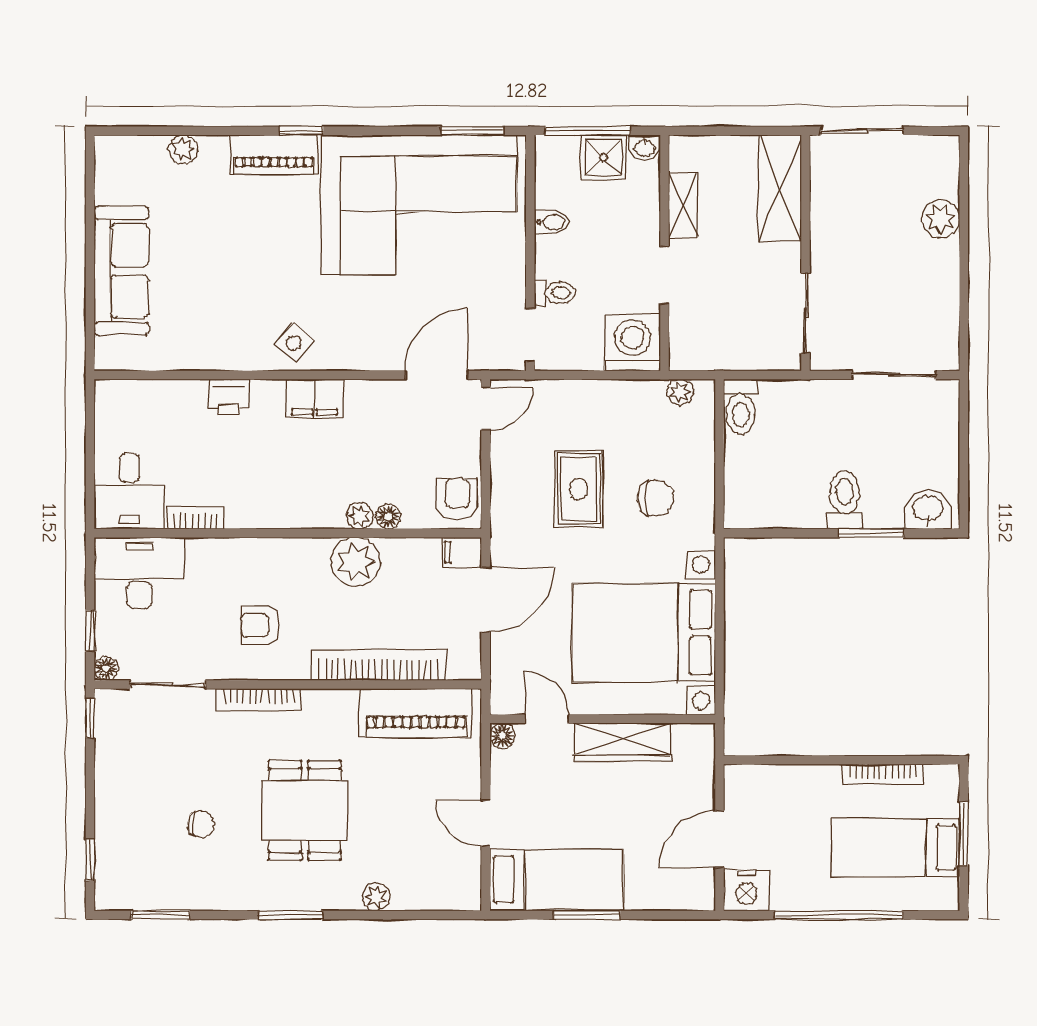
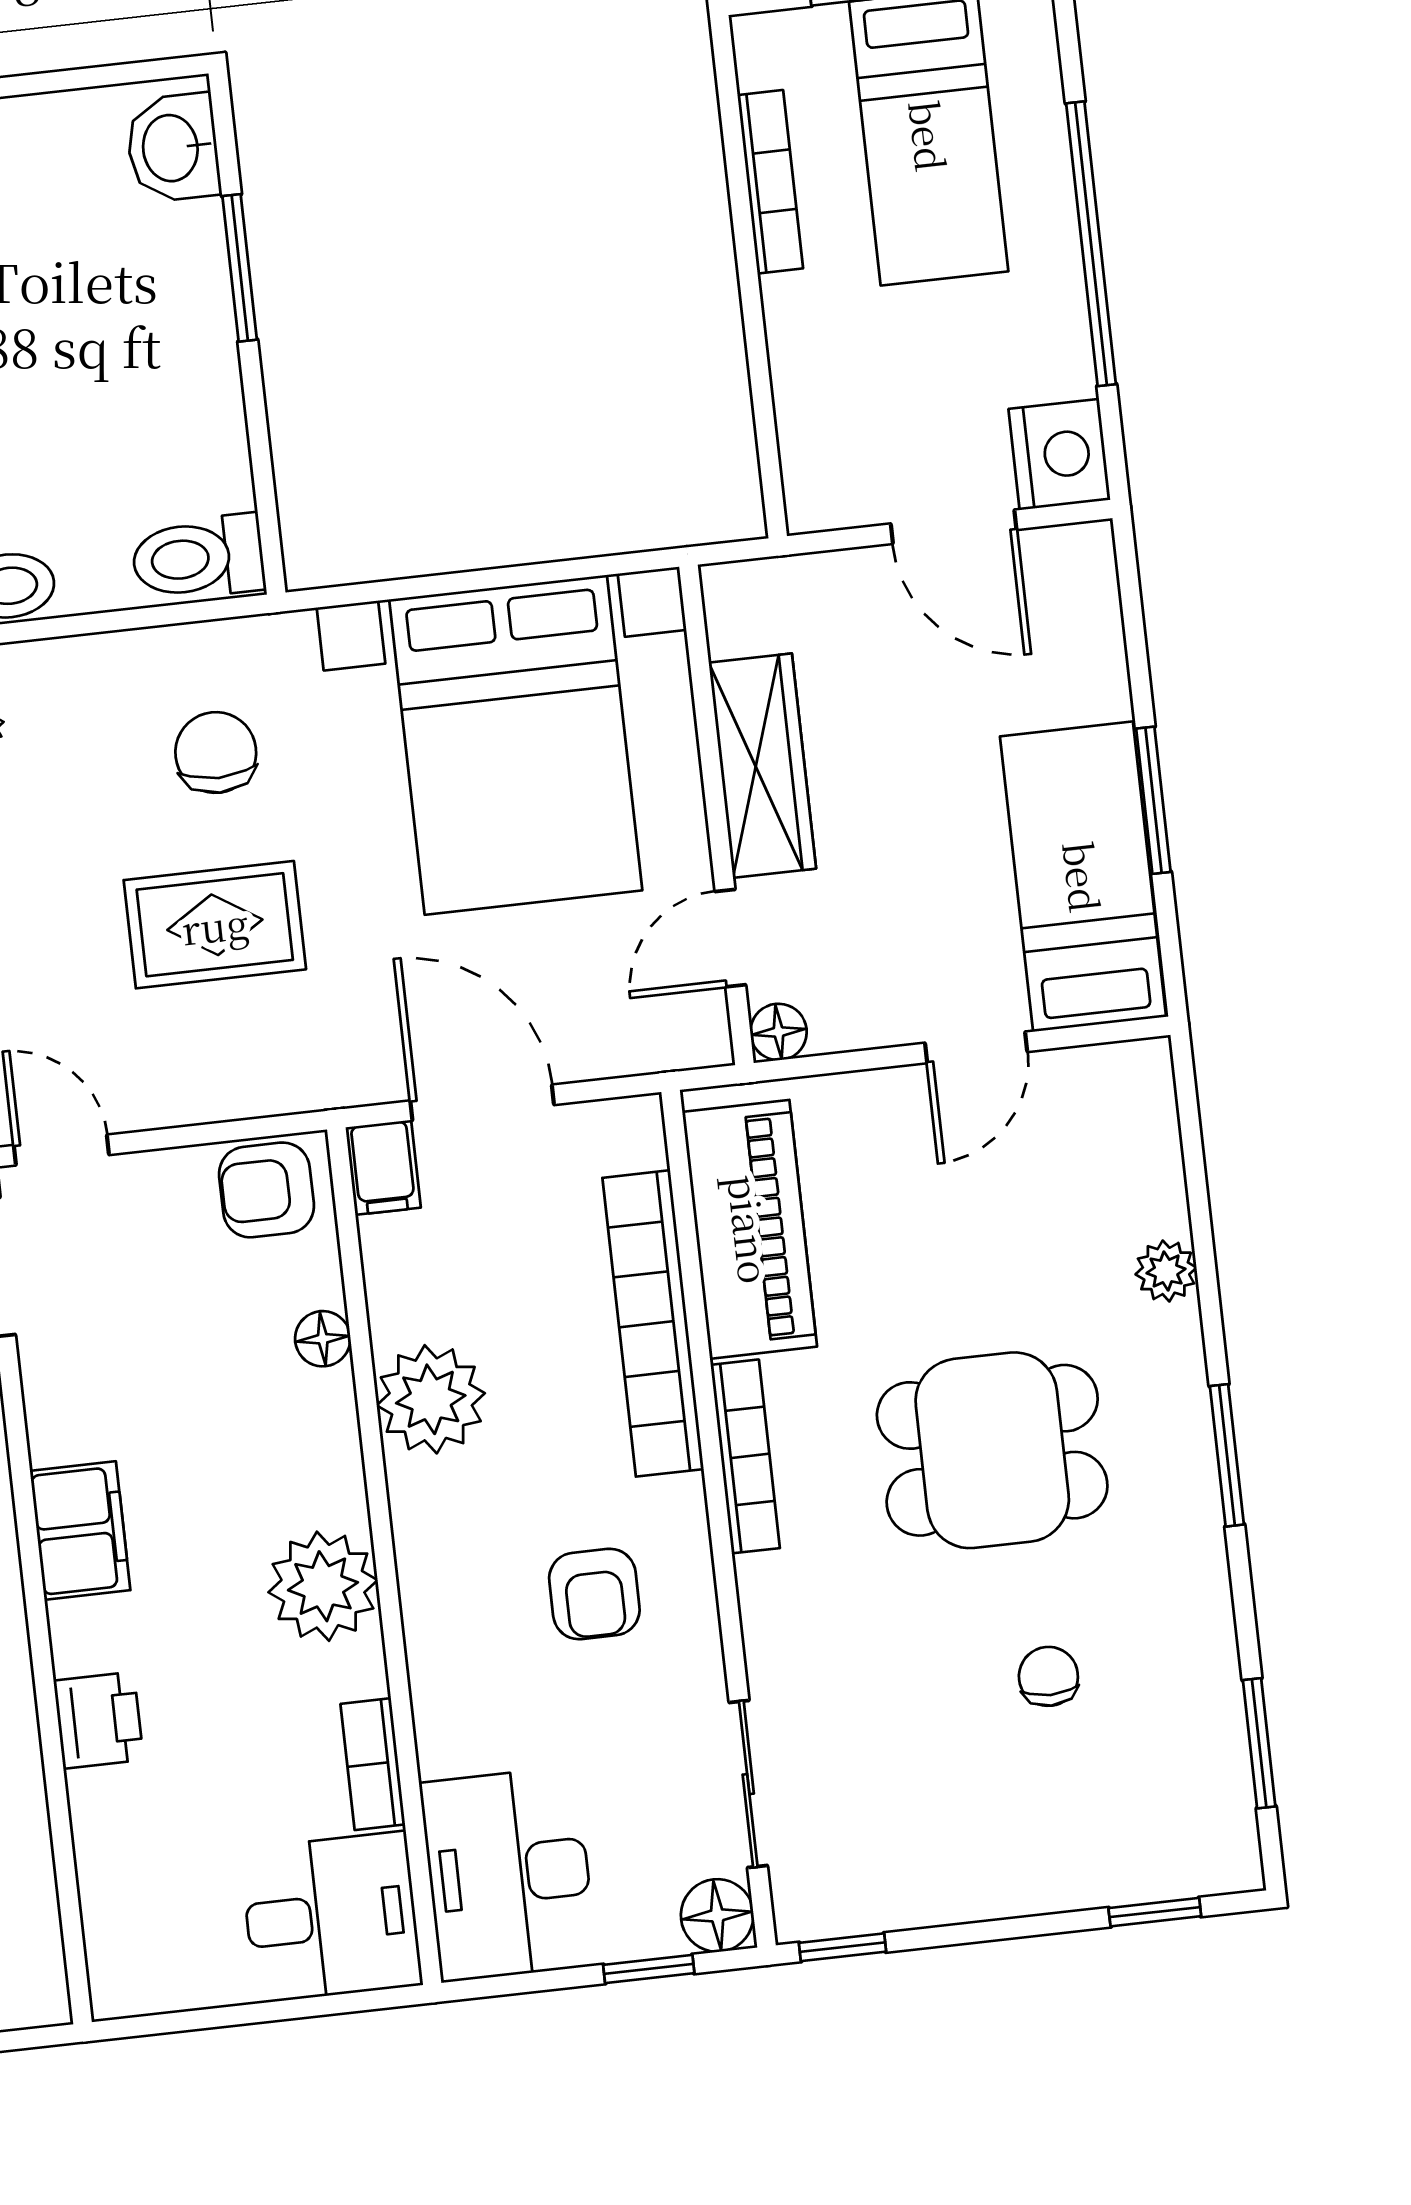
toilet: (845, 500) -> (198, 558), moved
plant: (360, 516) -> (323, 1586), moved, width x1.87, depth x1.87
floor lamp: (106, 668) -> (717, 1915), width x1.37, depth x1.37
bookcase: (259, 700) -> (745, 1456), moved

